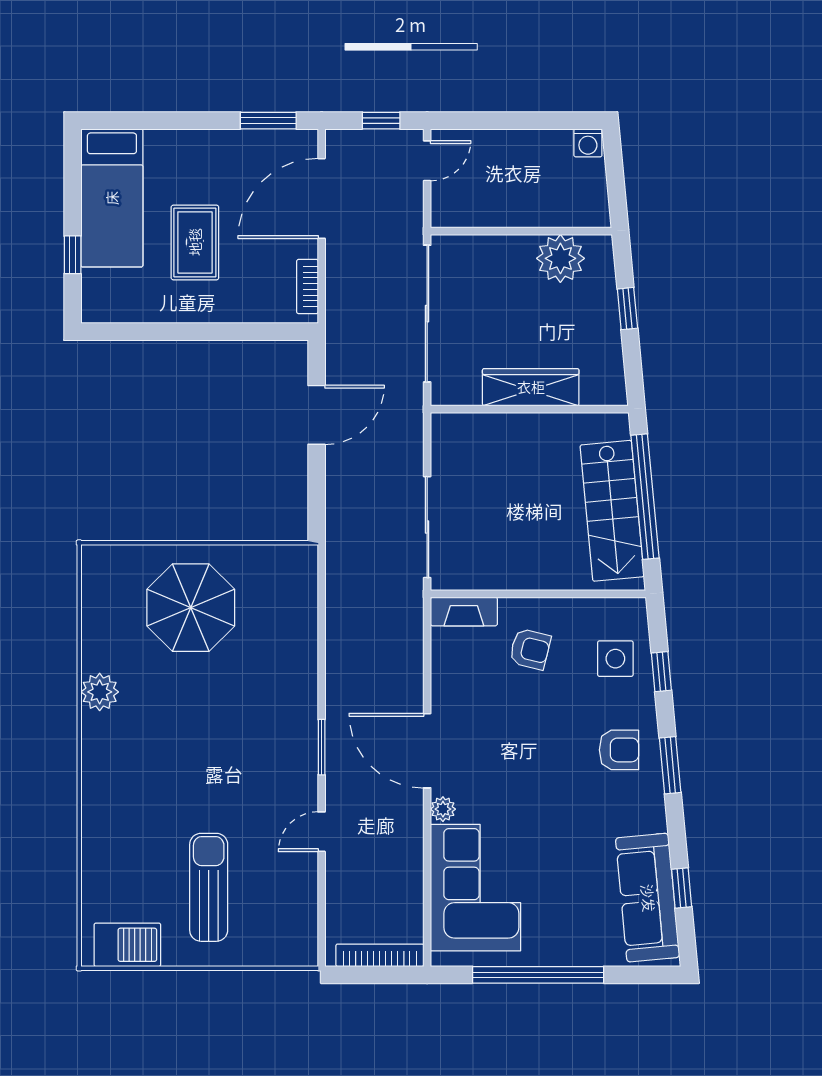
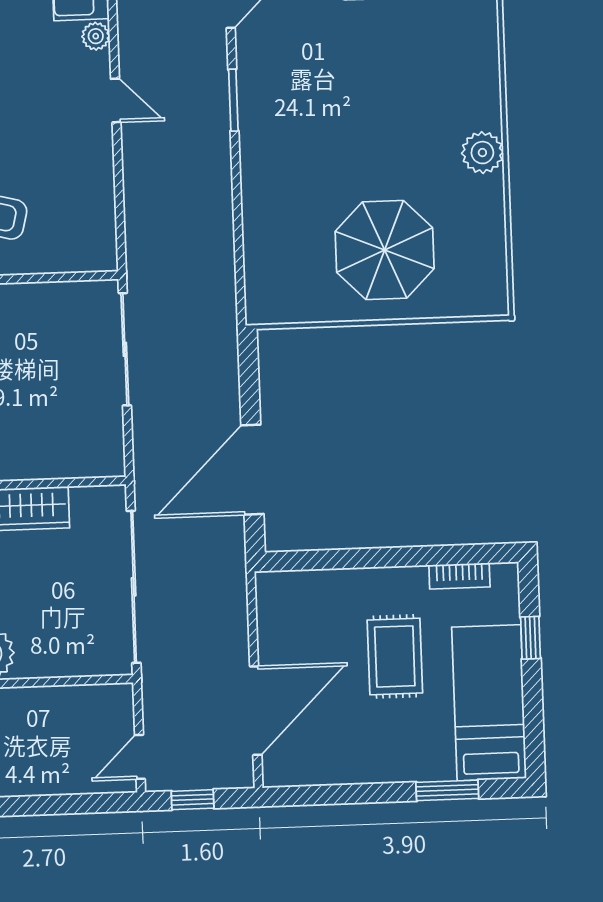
window: (268, 121) -> (447, 790), moved
bookcase: (307, 287) -> (459, 576), moved, turned 90
door: (317, 415) -> (252, 470), width x1.36
fireplace: (464, 611) -> (80, 257), removed
door: (427, 751) -> (116, 100), width x0.53

